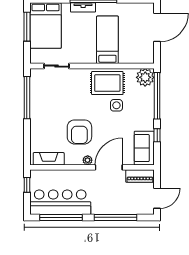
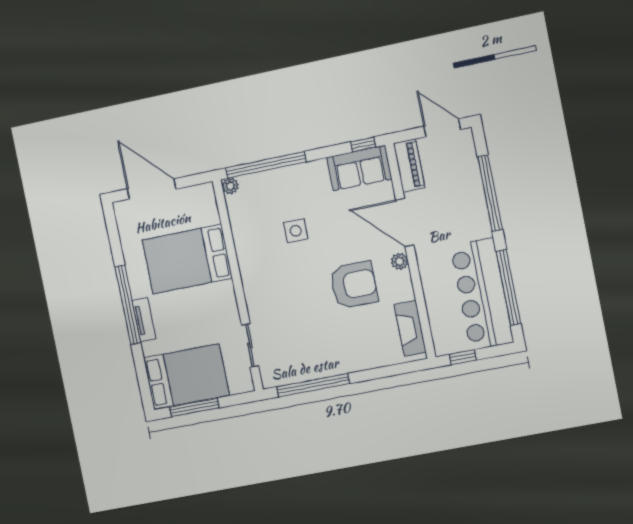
bed: (107, 40) -> (187, 259), width x1.50
plant: (145, 77) -> (230, 186), width x0.53, depth x0.53
rug: (107, 83) -> (261, 254), removed
window: (157, 135) -> (363, 144), moved

